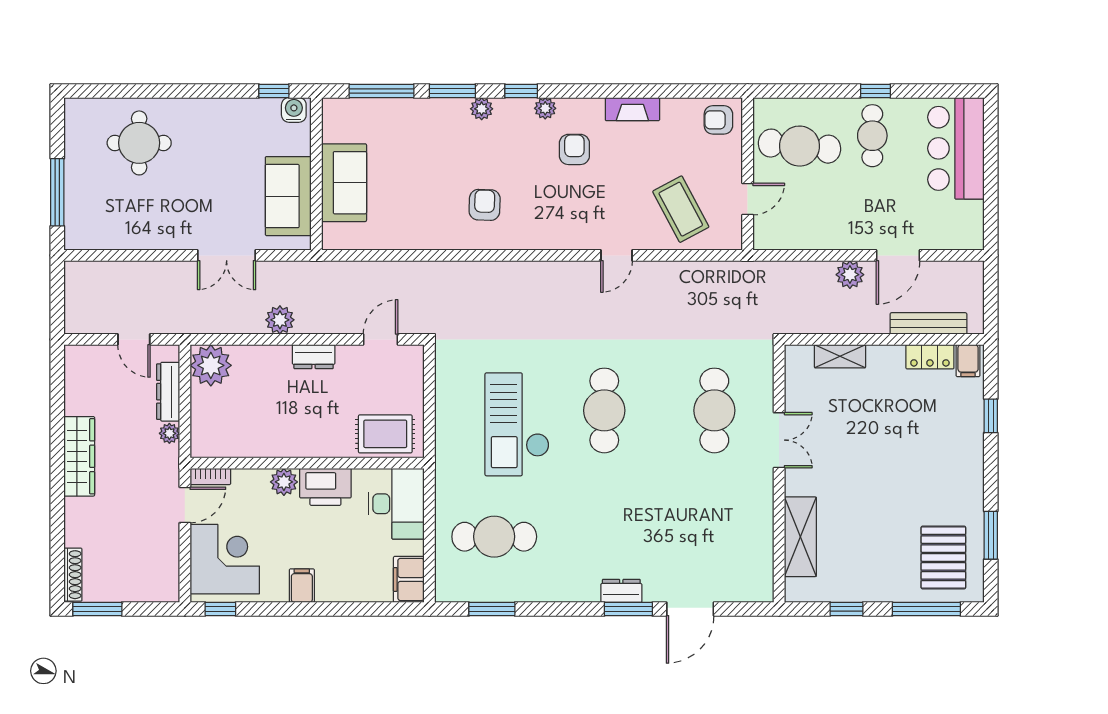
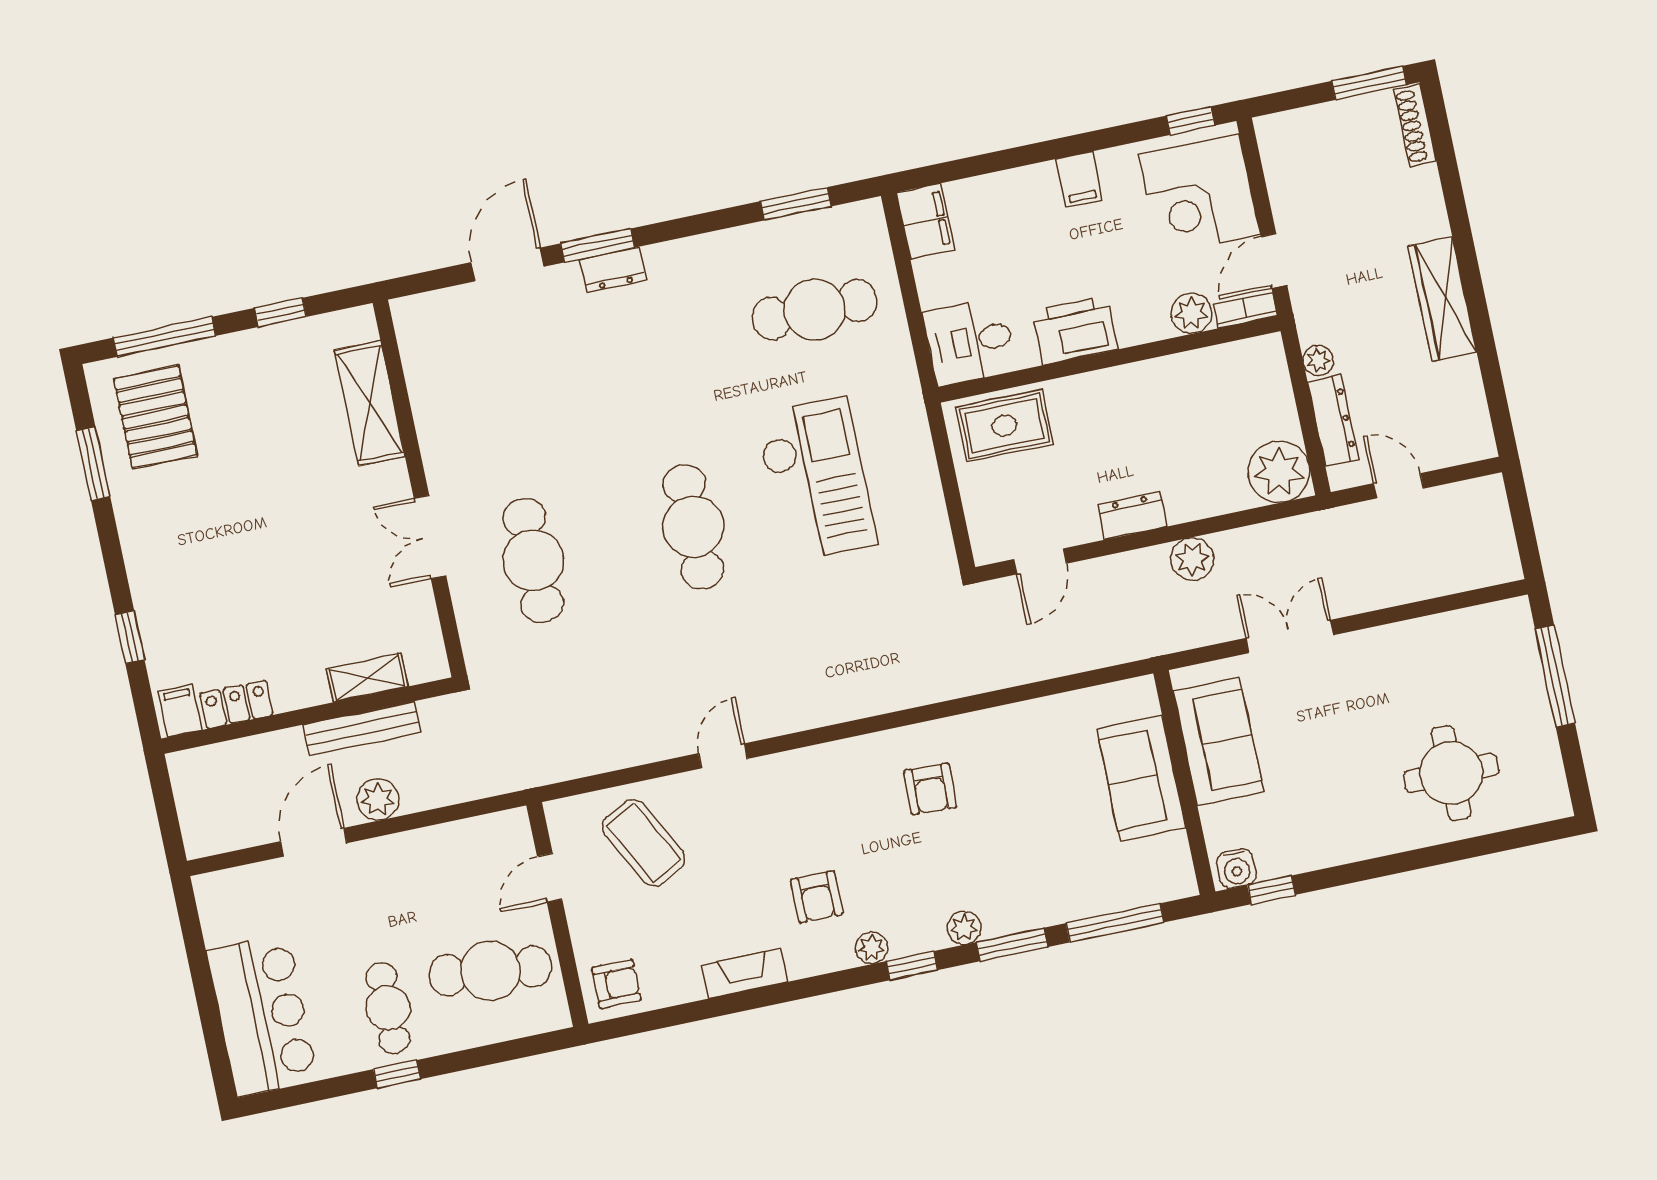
bench: (928, 323) -> (362, 729), moved
plant: (284, 482) -> (1191, 313), moved
desk: (396, 504) -> (970, 341), width x0.73

